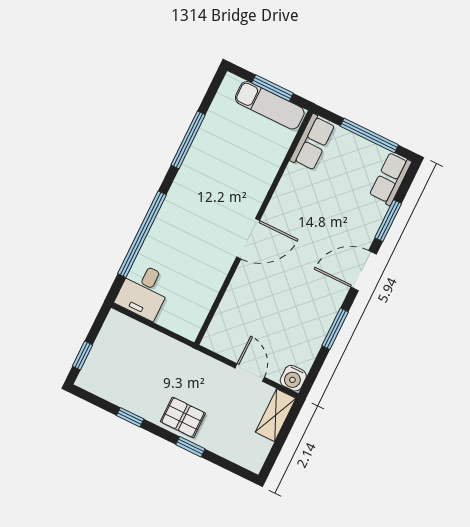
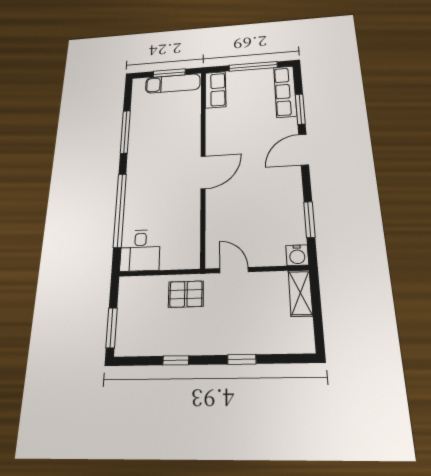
row of seats: (390, 179) -> (285, 91), width x1.48
window: (335, 329) -> (309, 220), moved
window: (83, 356) -> (112, 328), width x1.50
door: (250, 373) -> (234, 270), moved
pallet: (183, 417) -> (186, 294), moved

